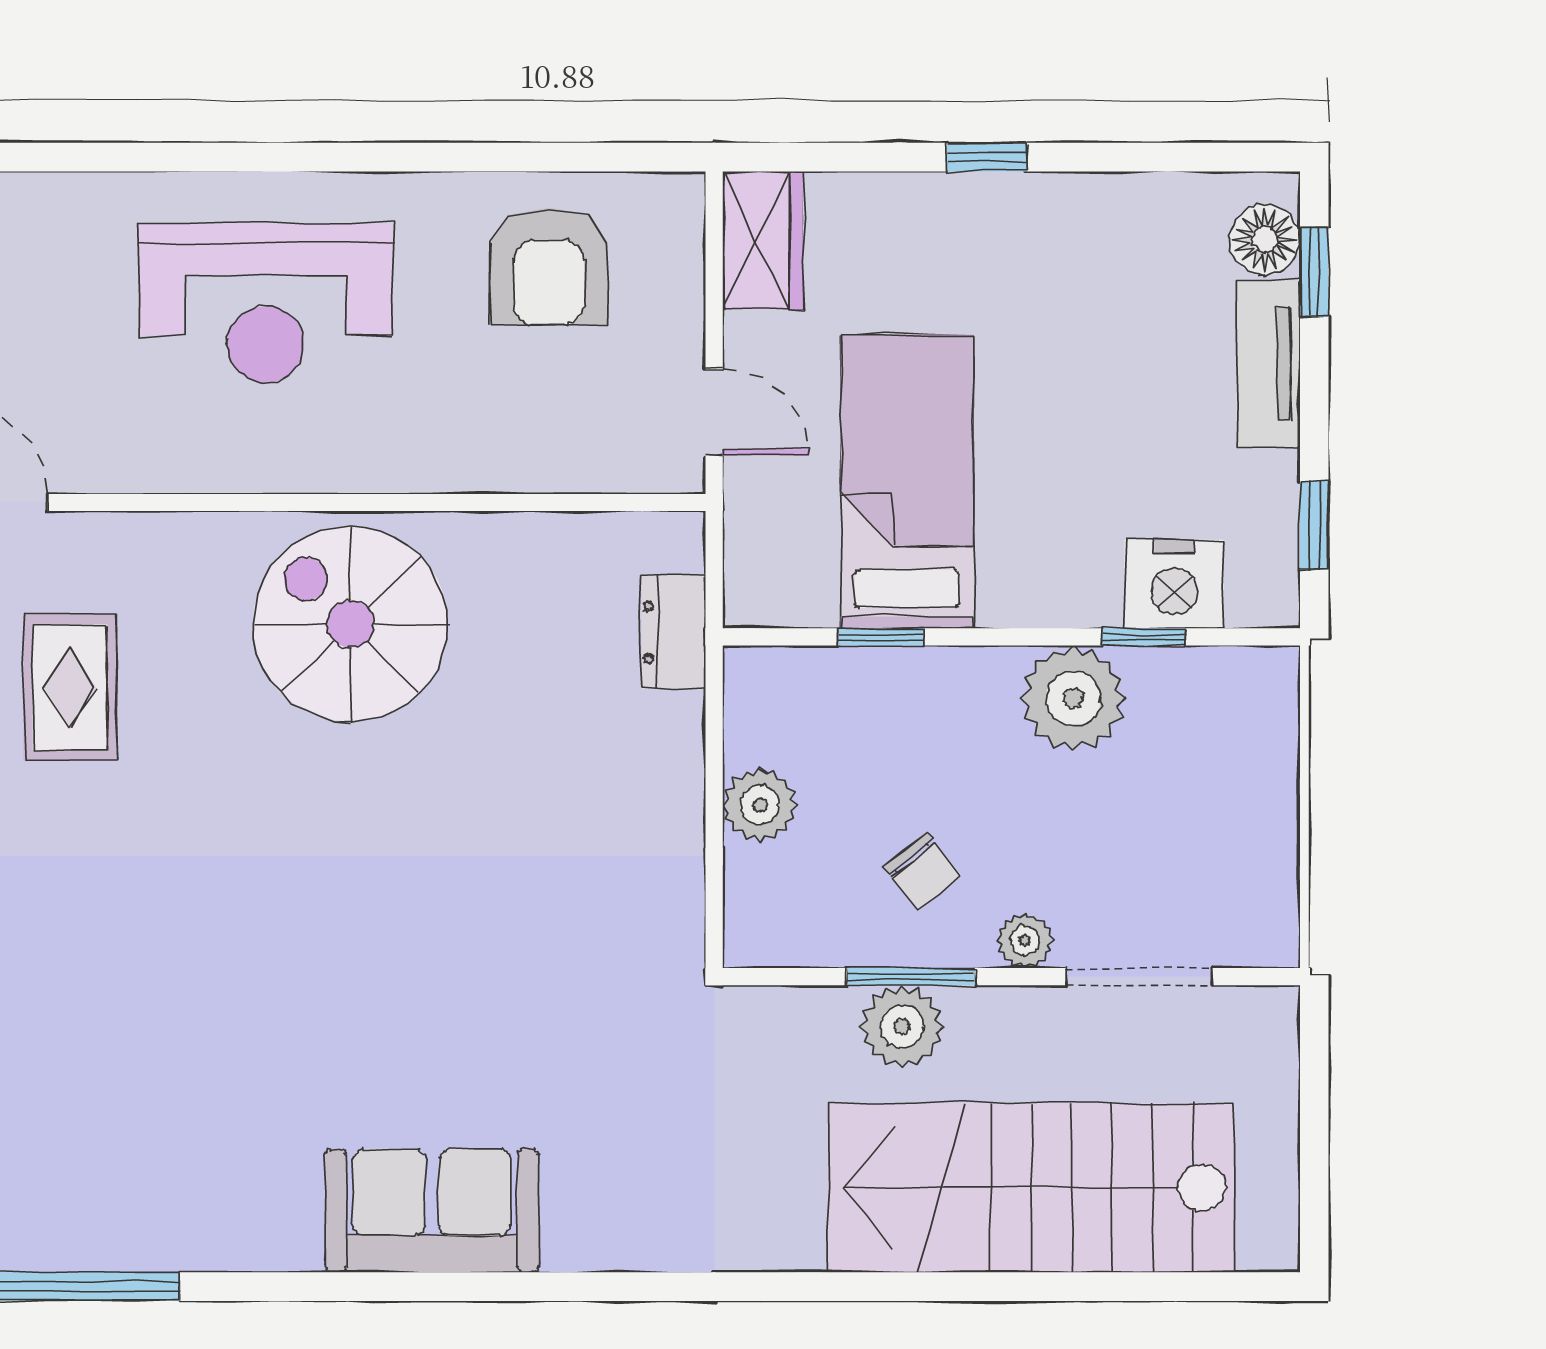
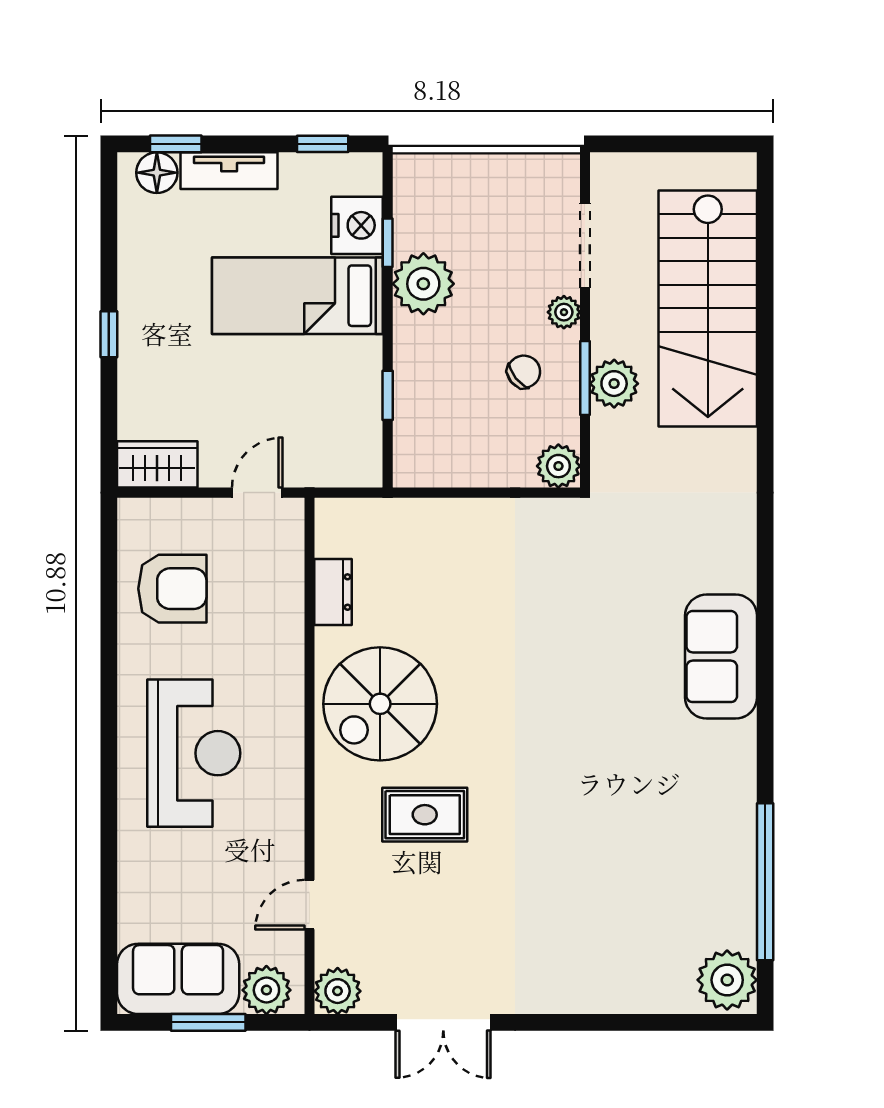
bed: (907, 482) -> (297, 296), moved
dresser: (674, 632) -> (333, 592), moved, turned -90
rug: (70, 688) -> (425, 815), moved
plant: (760, 805) -> (558, 466), moved

